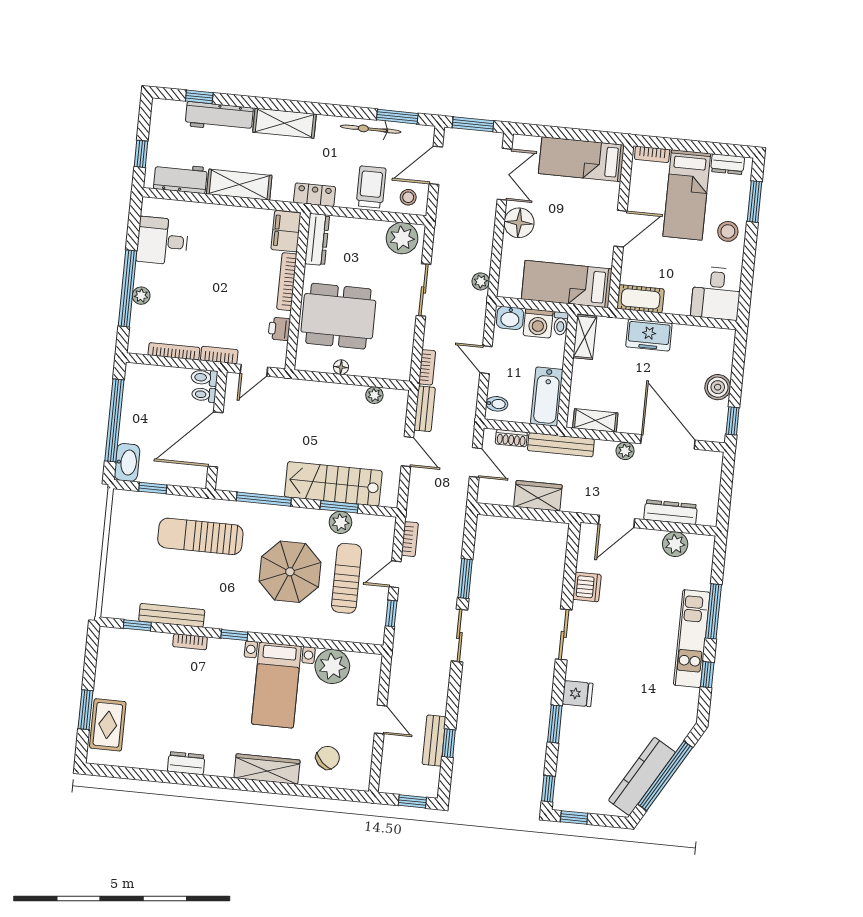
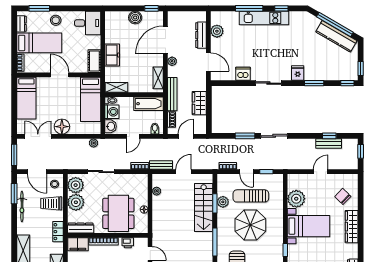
plant: (368, 235) -> (76, 202), added

